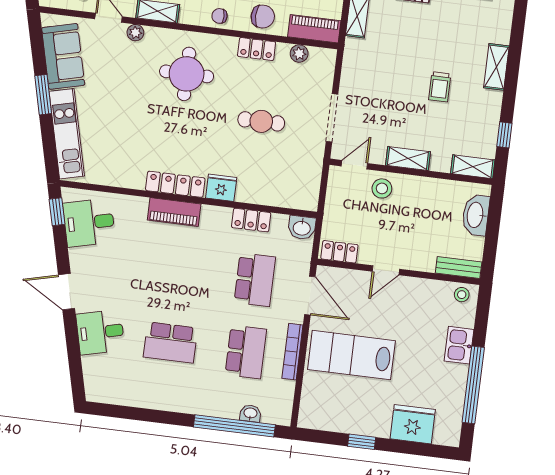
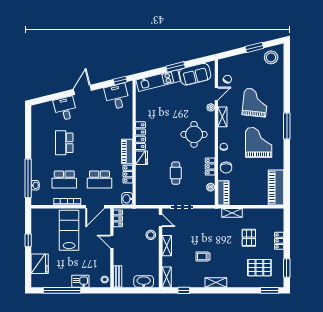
piano: (174, 212) -> (127, 151), moved

